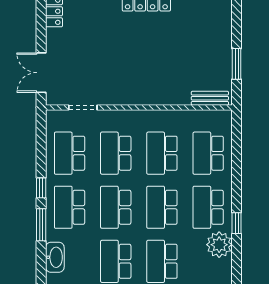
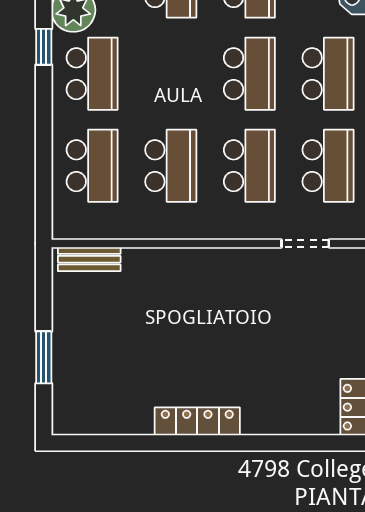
window: (237, 64) -> (44, 357), moved
school desk: (162, 207) -> (171, 74), removed

